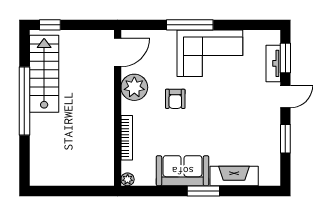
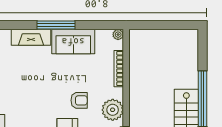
armchair: (175, 99) -> (79, 100), turned 90
window: (203, 191) -> (56, 25), width x1.44

